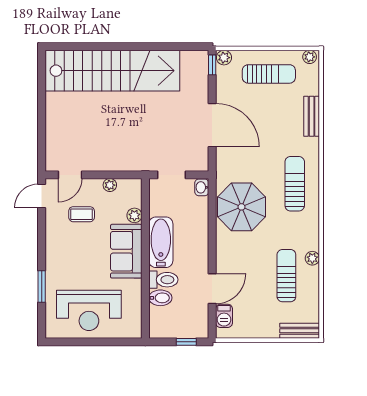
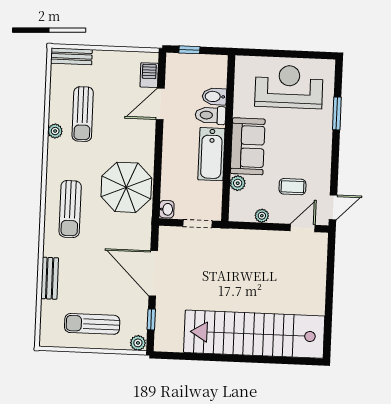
plant: (310, 57) -> (49, 340), removed
window: (212, 65) -> (151, 319), moved

